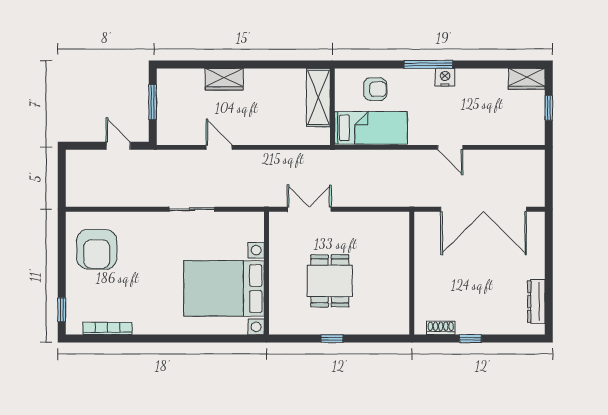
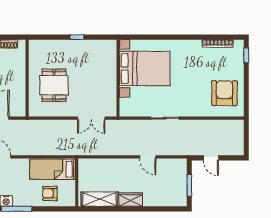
wardrobe: (224, 79) -> (131, 200), moved
shelving: (318, 98) -> (100, 199), moved, turned 90
dining table: (330, 281) -> (54, 85), moved

